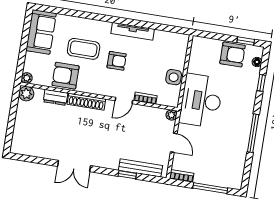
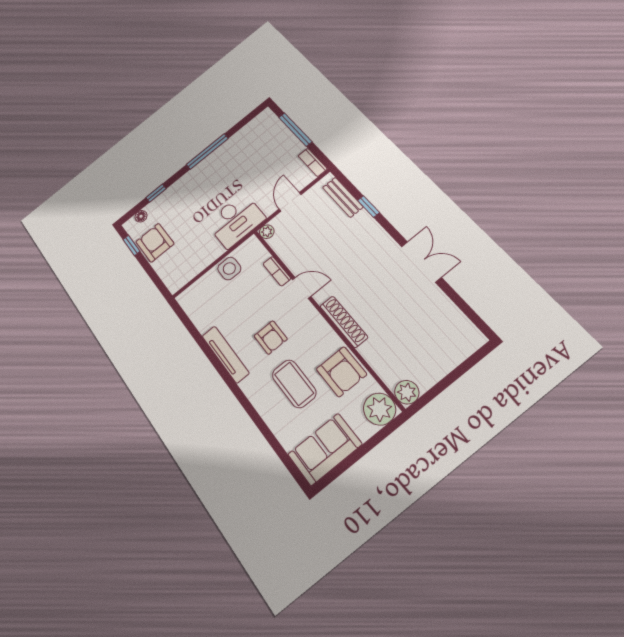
armchair: (117, 61) -> (271, 337), turned 180
plant: (27, 78) -> (380, 409), width x1.88, depth x1.88
dresser: (55, 97) -> (375, 357), removed
desk: (201, 101) -> (236, 220), width x0.73, depth x0.77
bench: (140, 168) -> (343, 197), width x0.73

